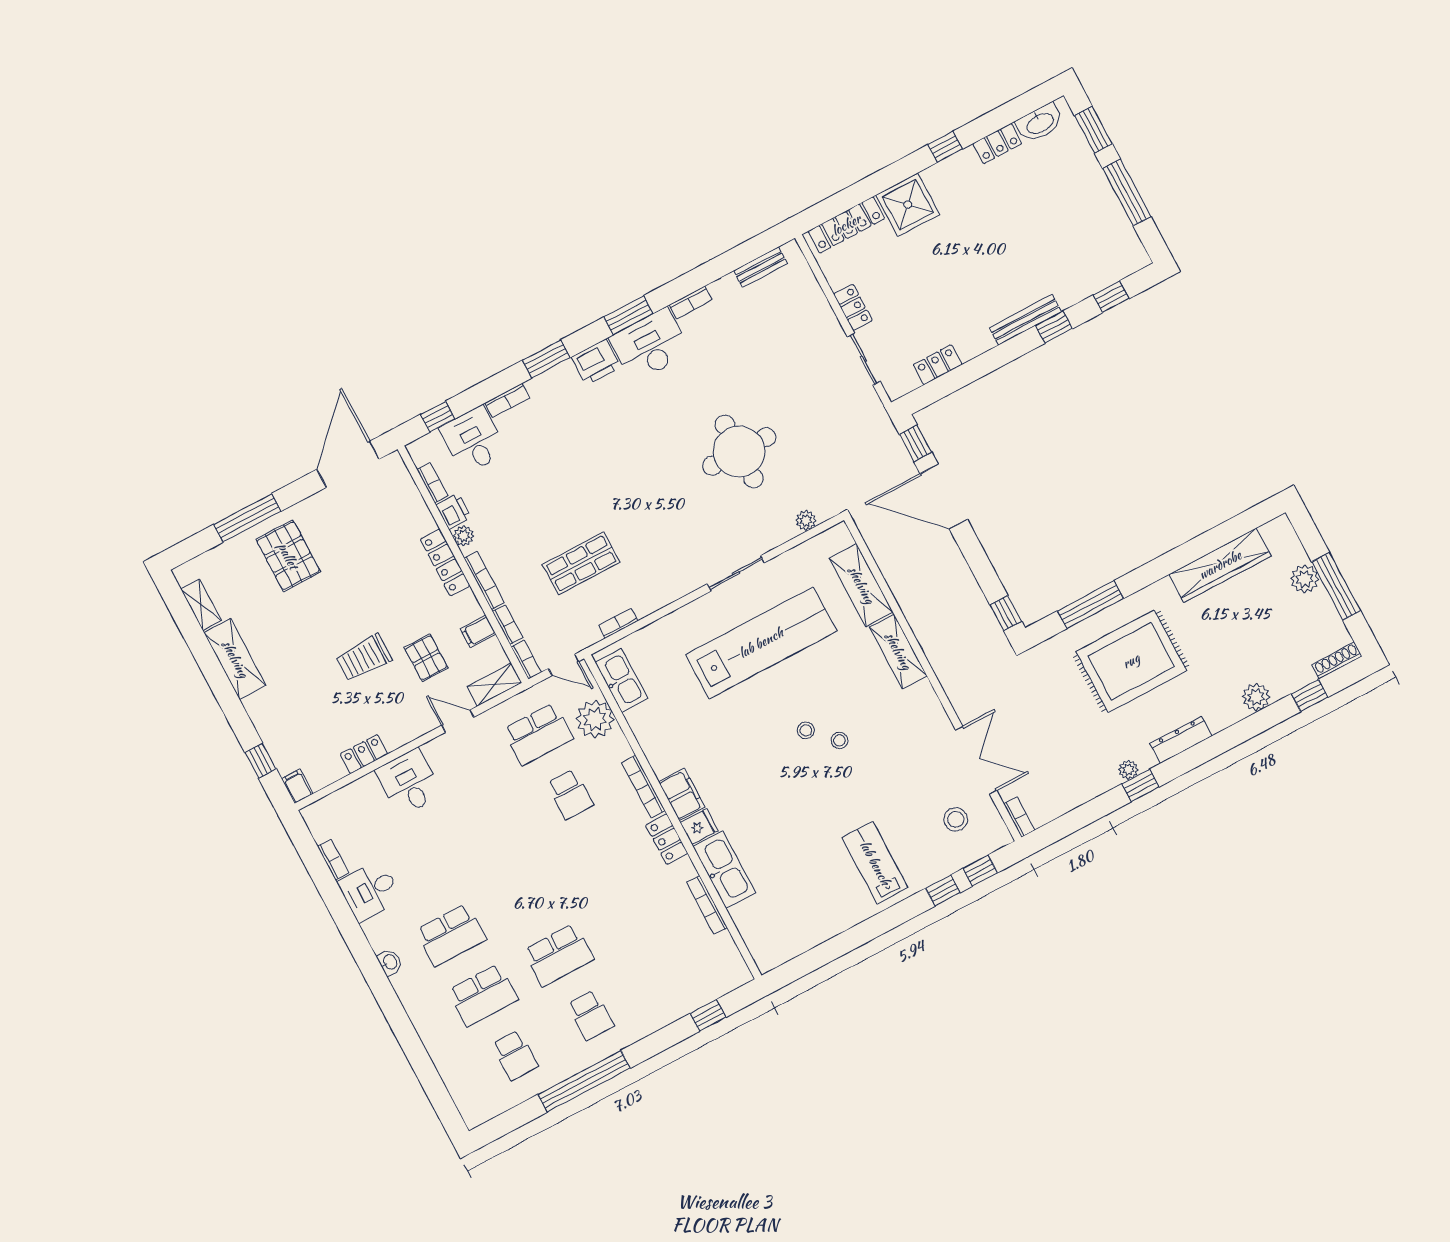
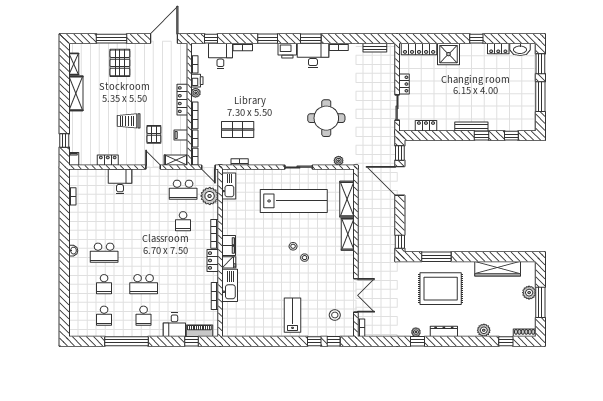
desk: (370, 891) -> (174, 325), moved, turned -90
piano: (713, 987) -> (199, 331), added
school desk: (483, 995) -> (104, 284), width x0.54

